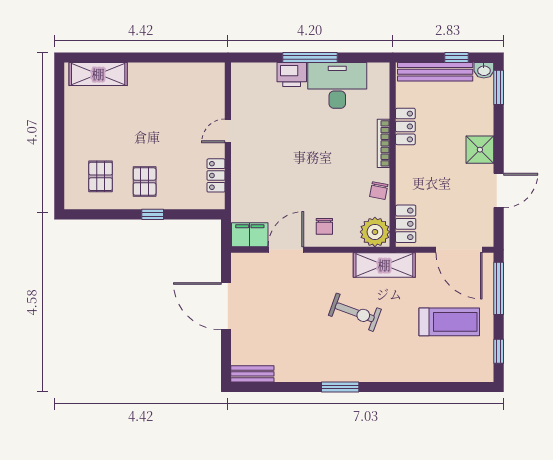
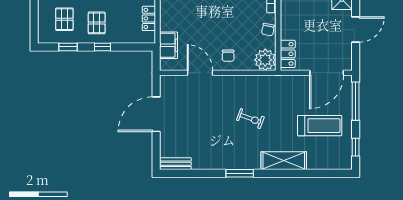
window: (106, 214) -> (68, 47), added
filing cabinet: (250, 235) -> (169, 45), moved, turned 90
door: (286, 250) -> (200, 73), hinge flipped
door: (459, 250) -> (327, 73), hinge flipped
shelving: (384, 265) -> (284, 161), moved
door: (226, 306) -> (156, 114), hinge flipped
exercise bike: (355, 312) -> (250, 119), width x0.73, depth x0.72

